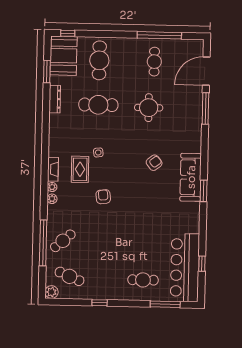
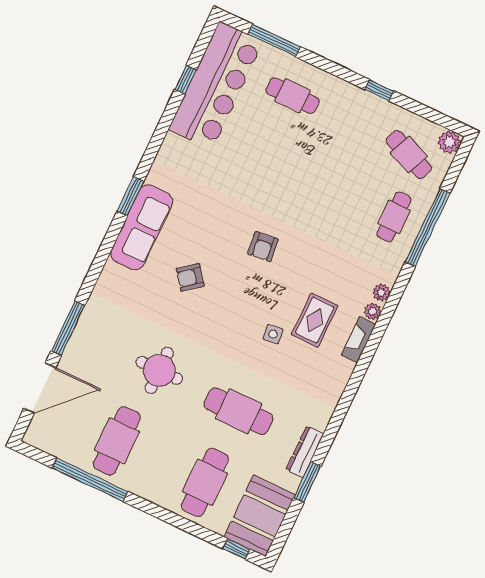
cafe table: (154, 62) -> (117, 441), width x1.37, depth x1.35
window: (47, 72) -> (307, 482), moved
armchair: (103, 197) -> (263, 247), moved
cafe table: (63, 241) -> (394, 217), turned -49

